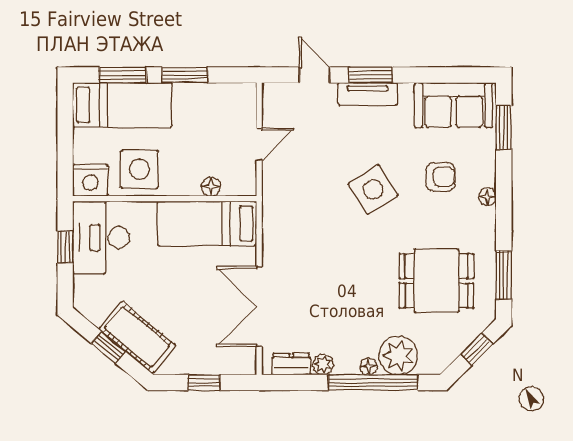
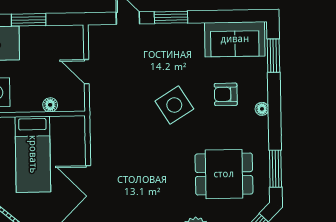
tv unit: (367, 94) -> (169, 32), removed
door: (259, 144) -> (86, 72), swing flipped
armchair: (441, 177) -> (226, 94), turned 180
bed: (207, 223) -> (33, 154), moved, turned -90

